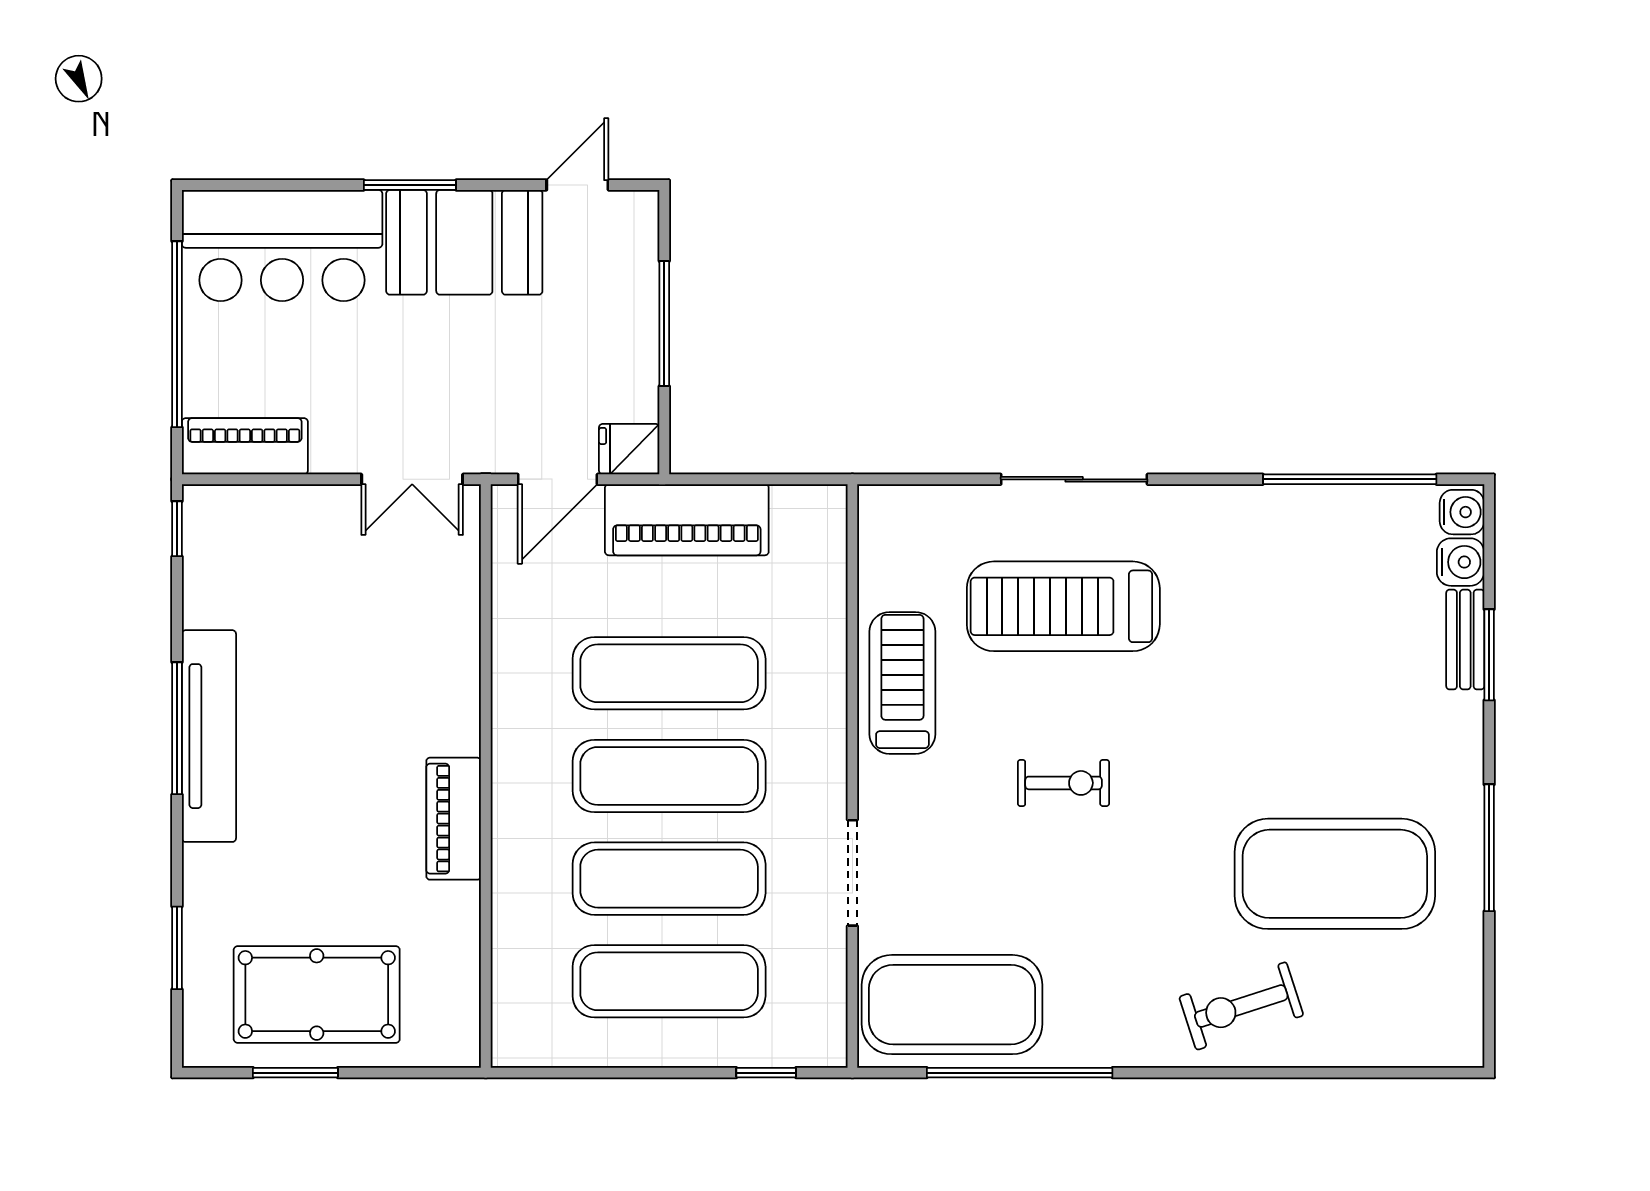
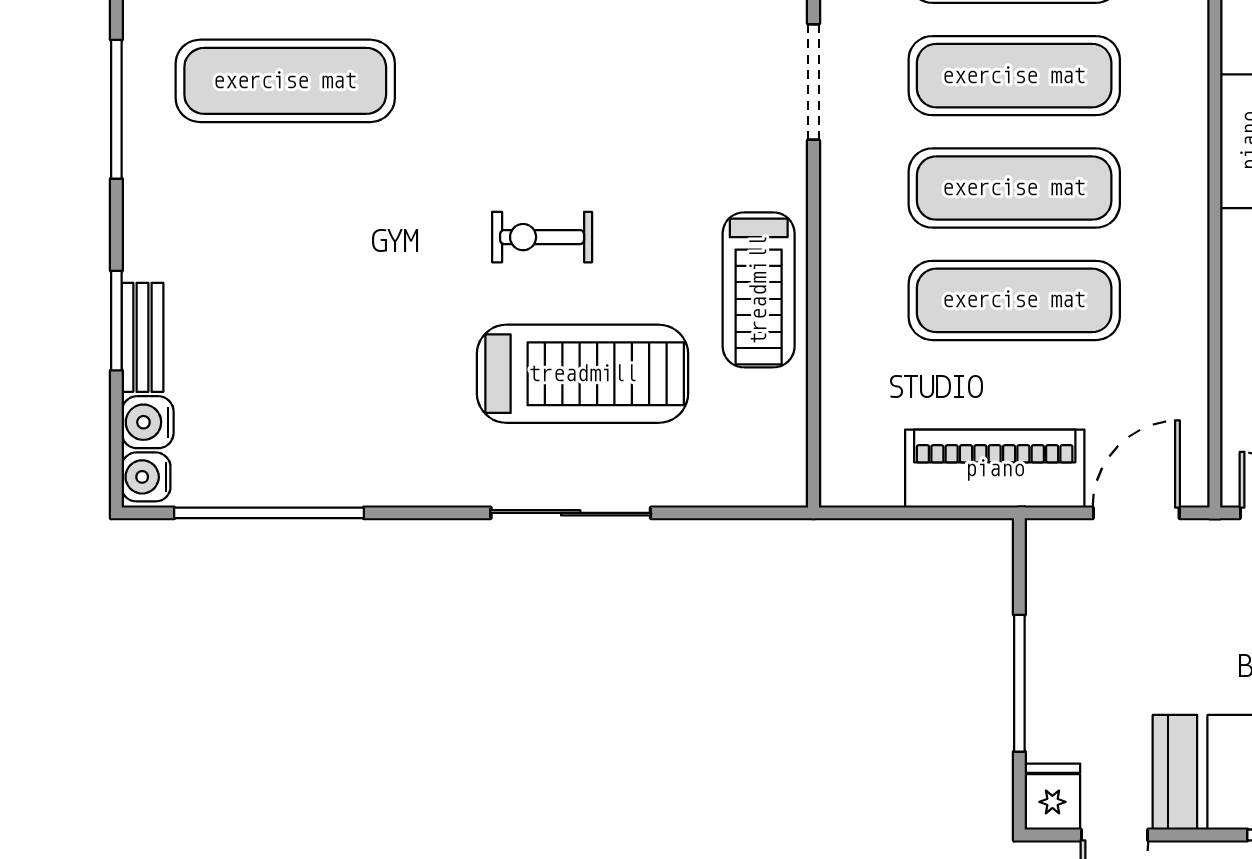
fridge: (629, 449) -> (1052, 797), moved, turned -90
exercise bike: (1064, 783) -> (542, 237), moved
exercise mat: (1335, 874) -> (285, 81), width x0.68

